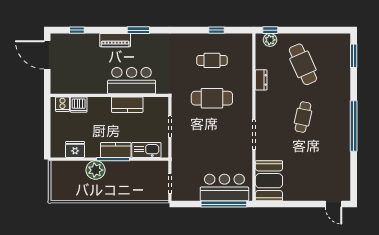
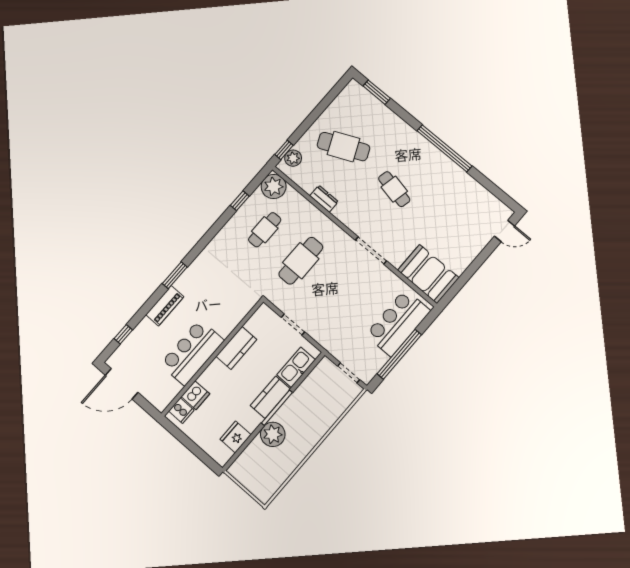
plant: (243, 43) -> (274, 187), added
bar counter: (132, 81) -> (192, 352), moved
window: (224, 204) -> (399, 354), moved

